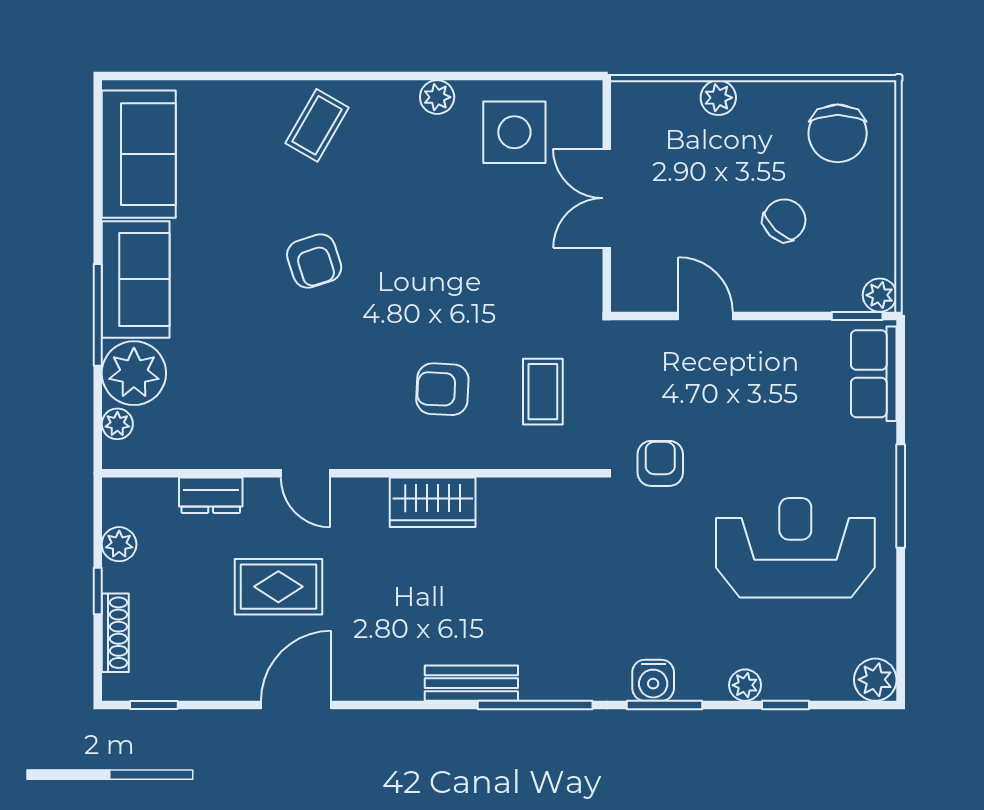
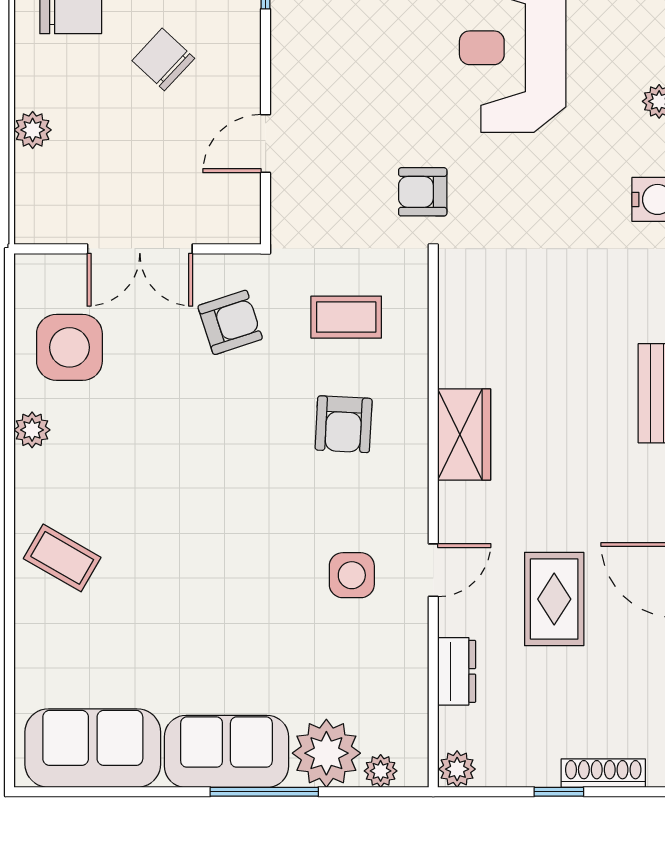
armchair: (314, 261) -> (230, 322), moved
side table: (301, 397) -> (352, 575), added
plant: (119, 544) -> (457, 769), moved

